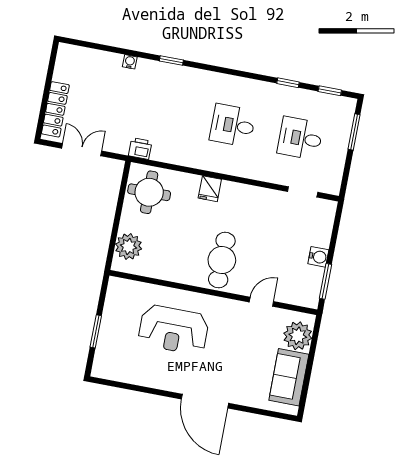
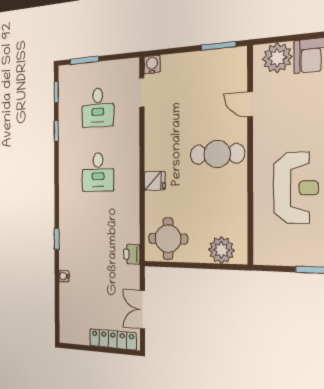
water cooler: (318, 257) -> (152, 65), moved

